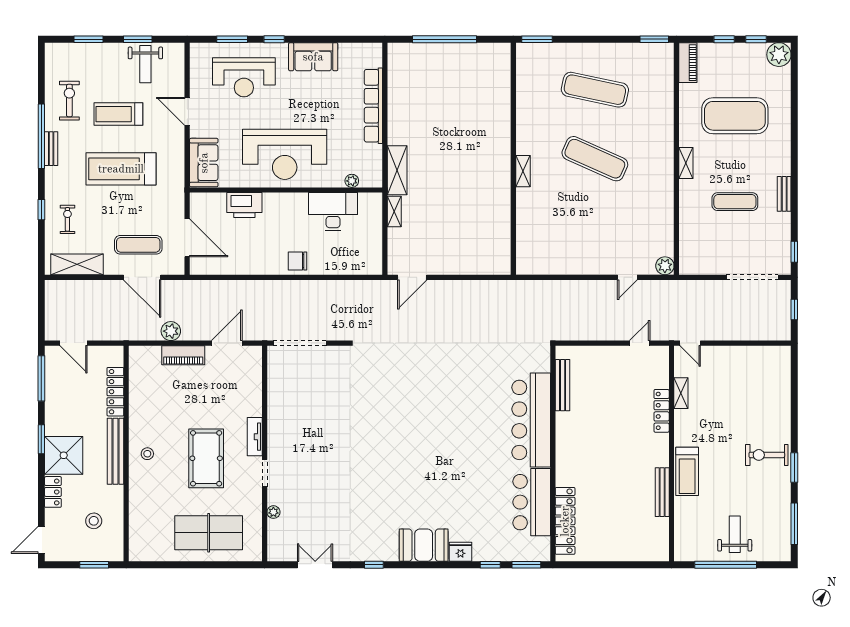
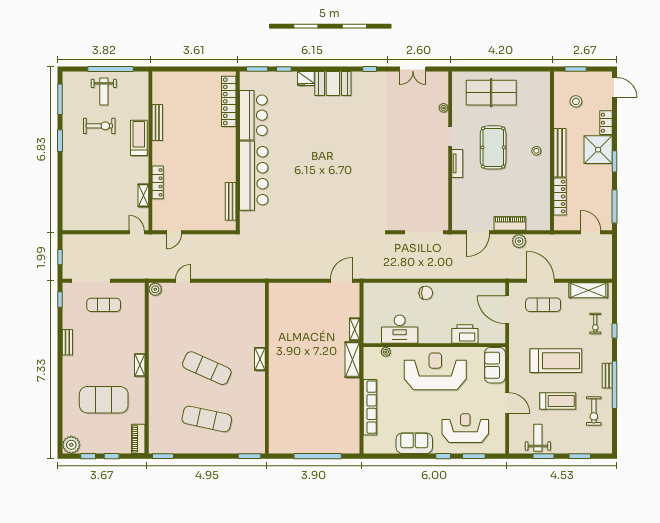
exercise mat: (735, 202) -> (104, 305), moved
exercise bike: (767, 455) -> (99, 126), moved
door: (41, 540) -> (614, 87), hinge flipped

